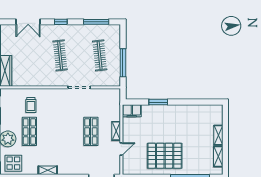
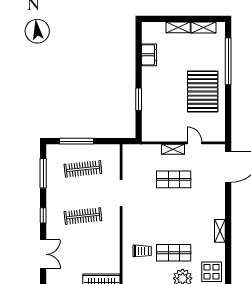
window: (123, 63) -> (76, 141), moved
filing cabinet: (132, 111) -> (149, 55), moved

